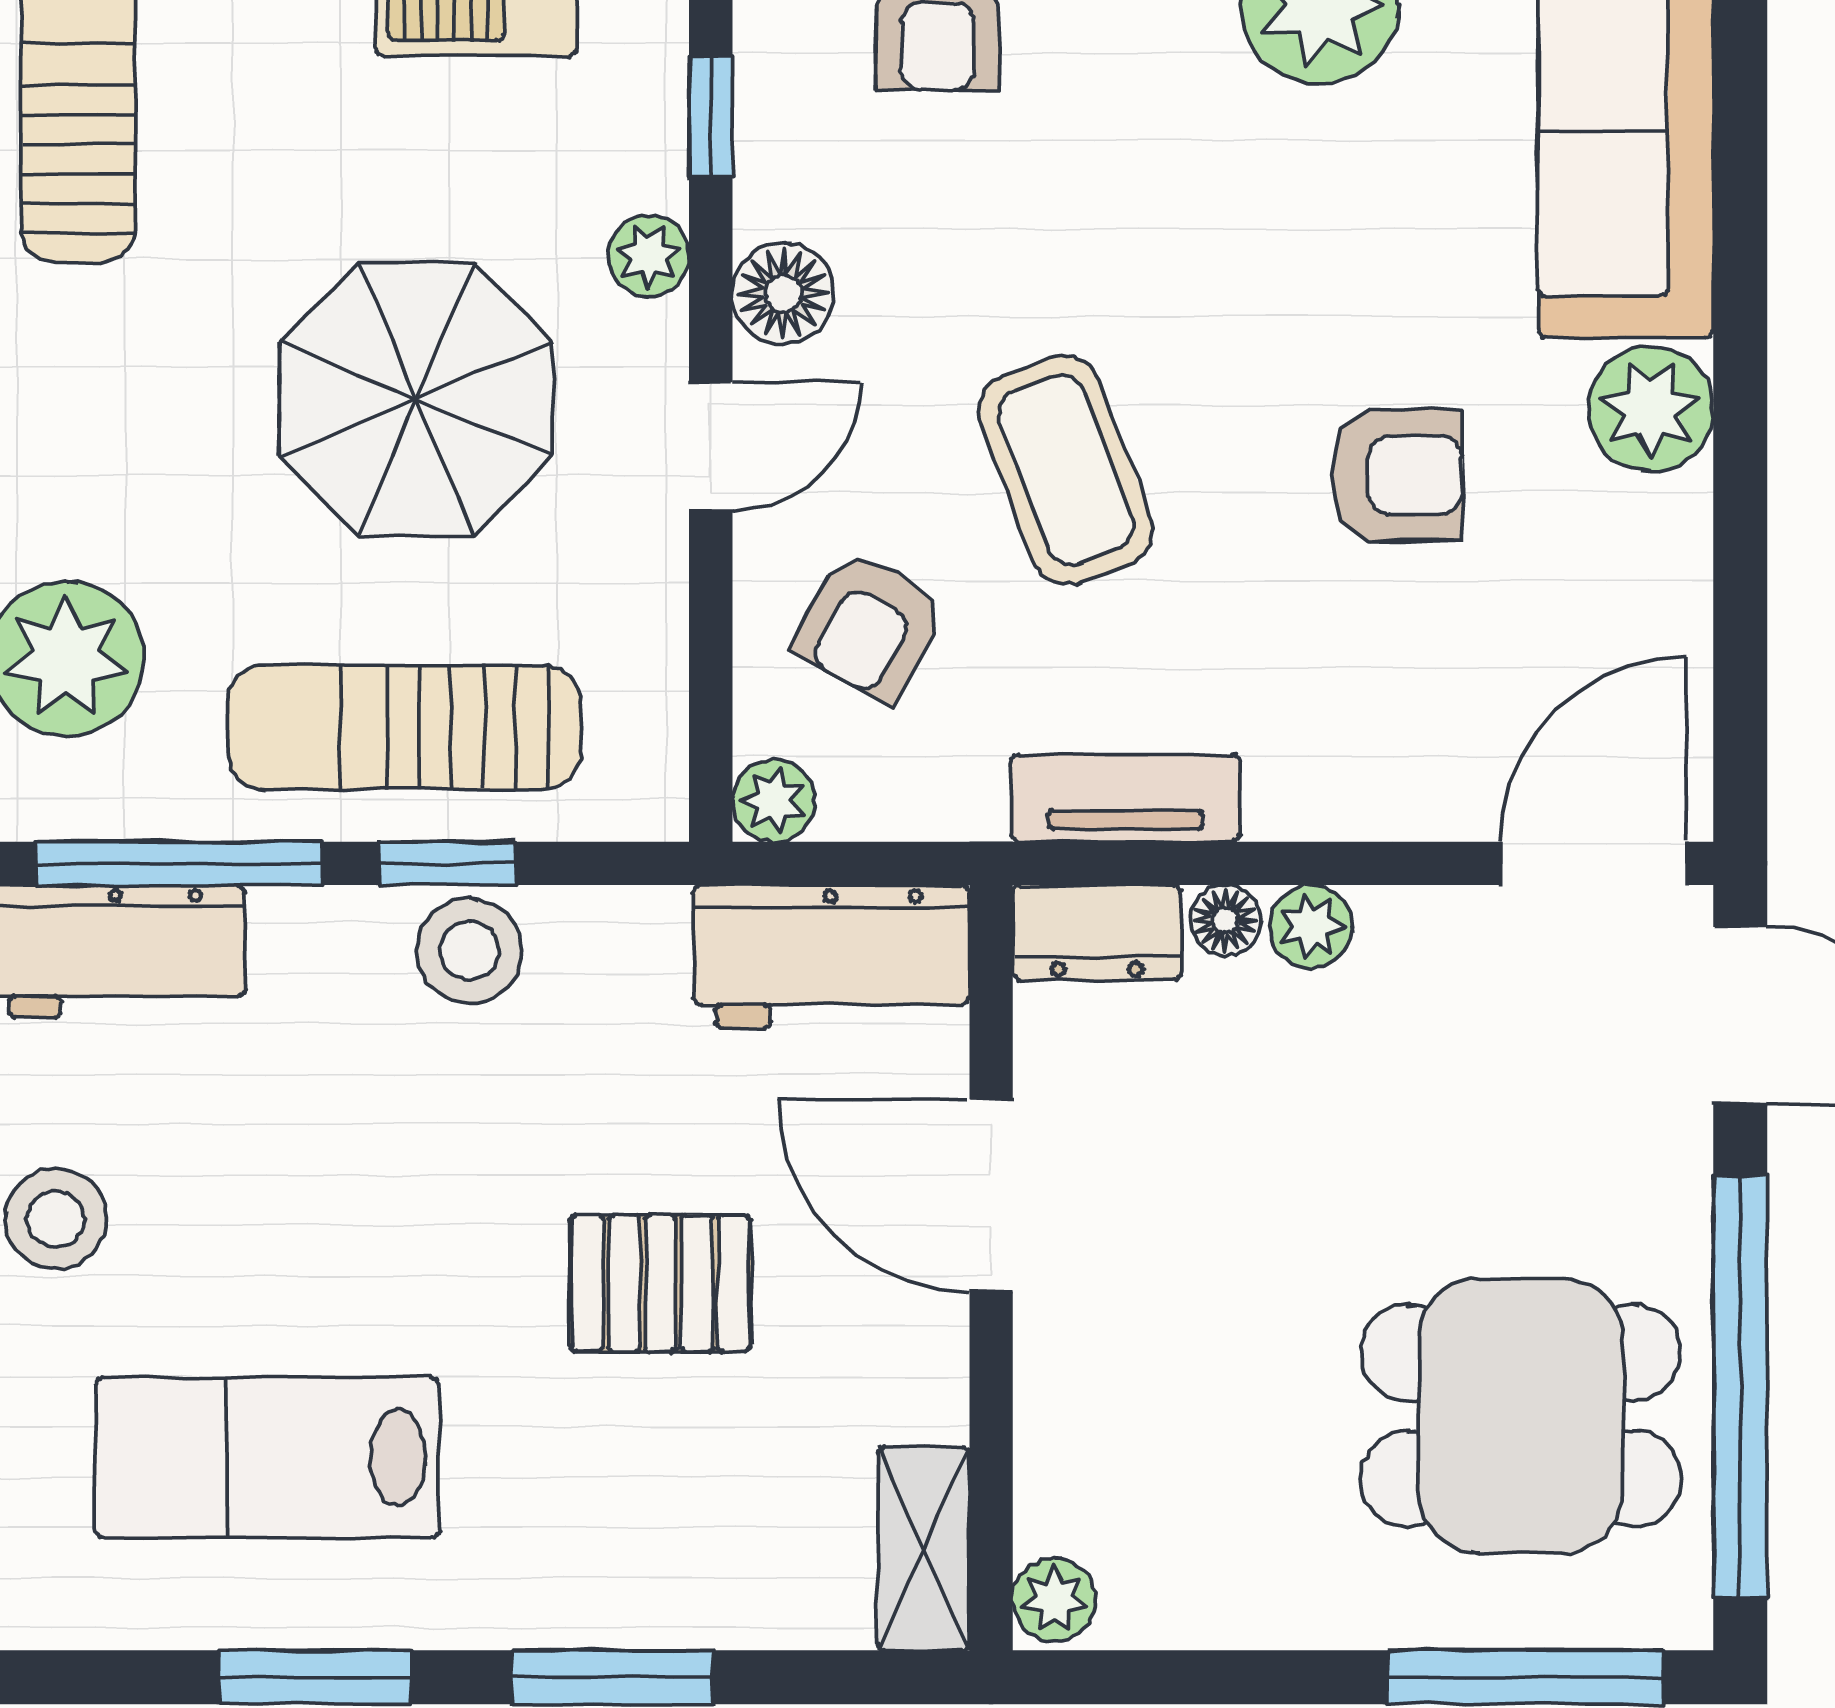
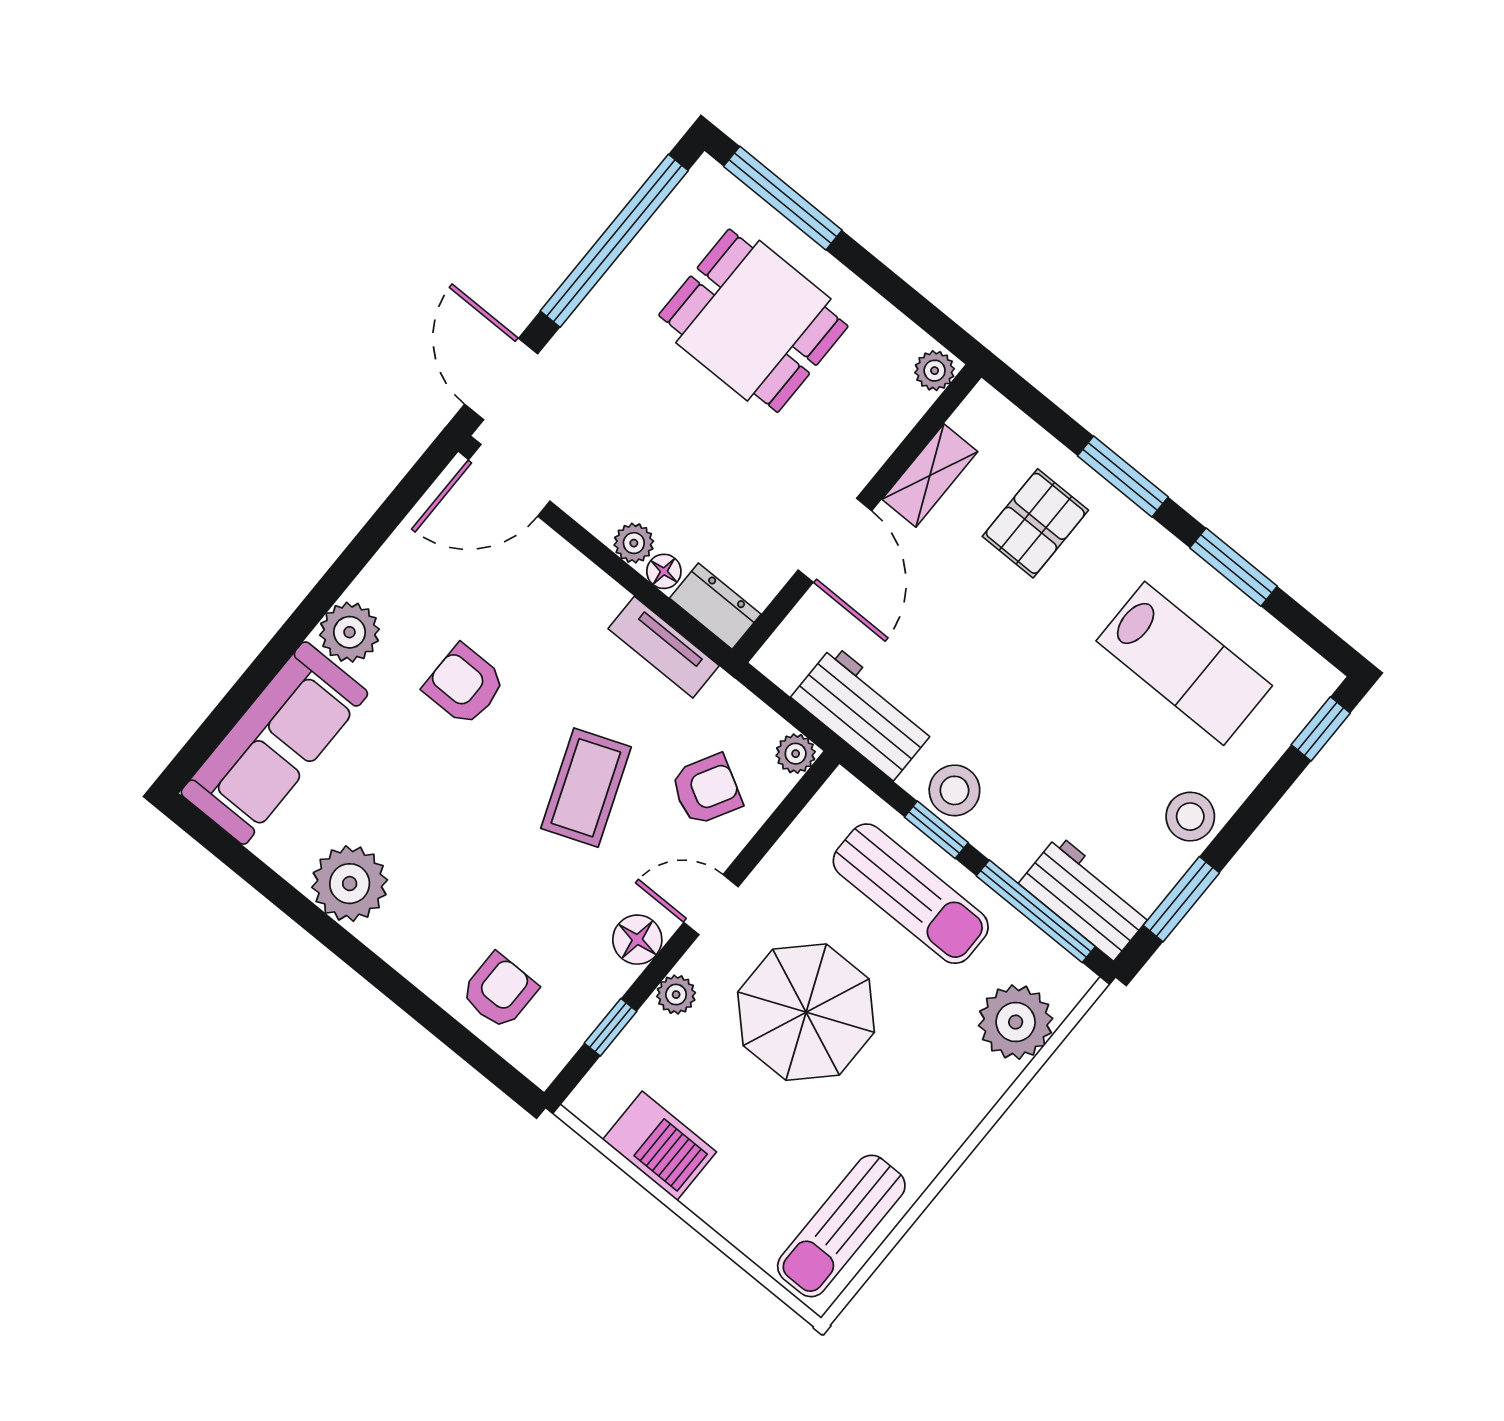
workbench: (831, 956) -> (864, 713), moved
pallet: (660, 1283) -> (1035, 523), moved, turned 90
dining table: (1521, 1416) -> (753, 321), moved
shelving: (924, 1548) -> (930, 475), moved

